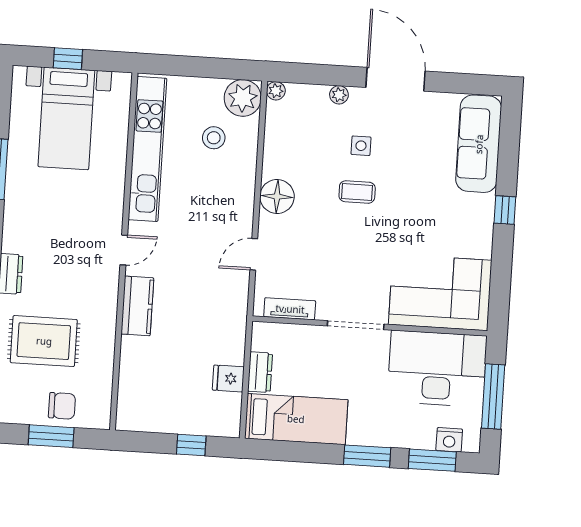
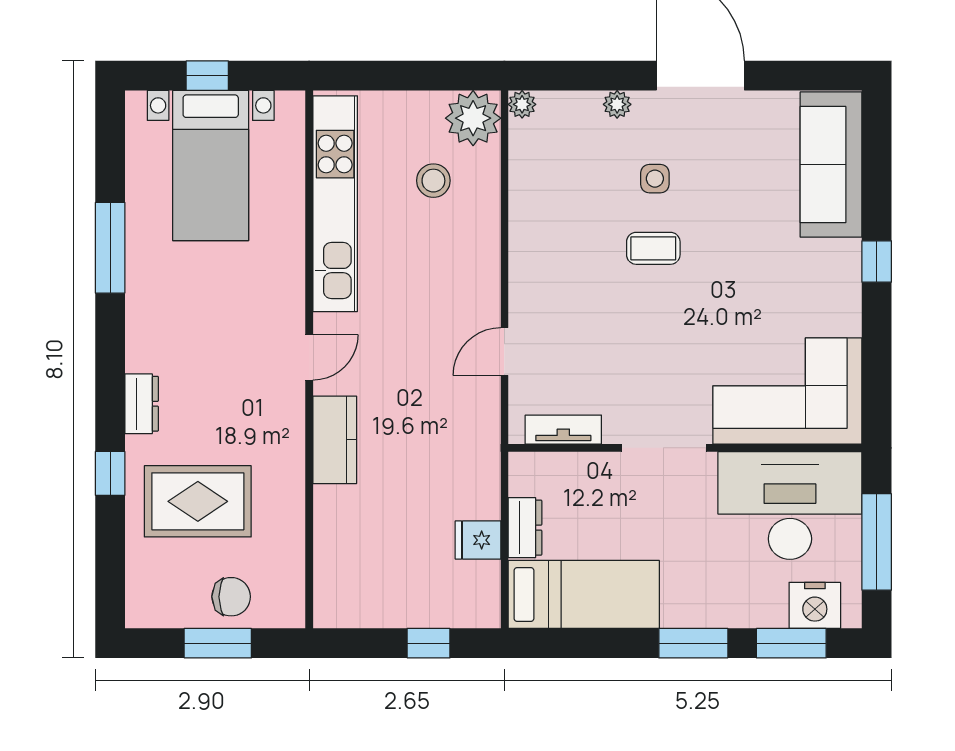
floor lamp: (277, 197) -> (534, 263), removed
nightstand: (449, 440) -> (815, 605), width x1.36, depth x1.33

